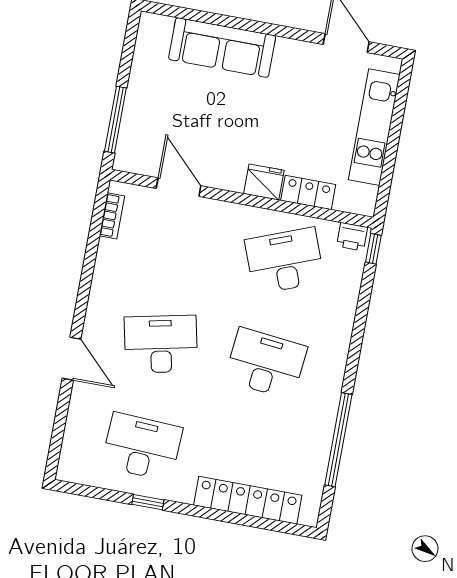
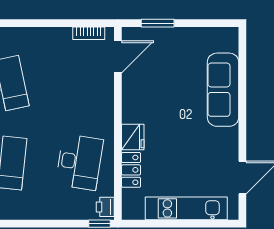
window: (115, 120) -> (158, 23), width x0.69
door: (179, 187) -> (118, 57), moved
desk: (285, 261) -> (79, 162), turned 30

